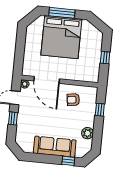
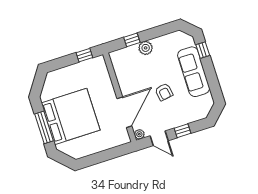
window: (105, 58) -> (84, 55), moved
armchair: (73, 100) -> (164, 92), moved
plant: (88, 133) -> (146, 48), moved

